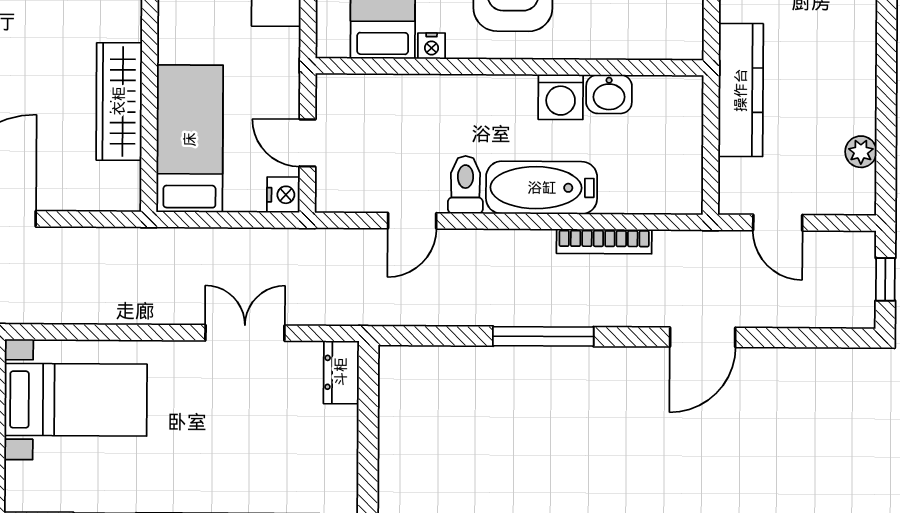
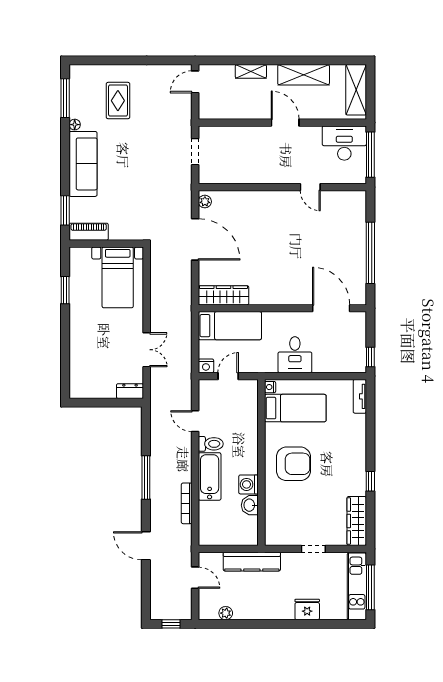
nightstand: (432, 46) -> (270, 387), moved
wardrobe: (119, 101) -> (223, 295), moved
door: (778, 223) -> (195, 578), swing flipped

